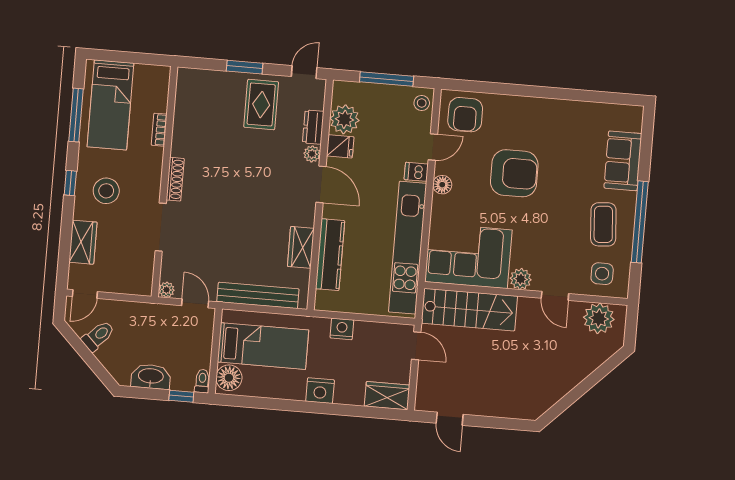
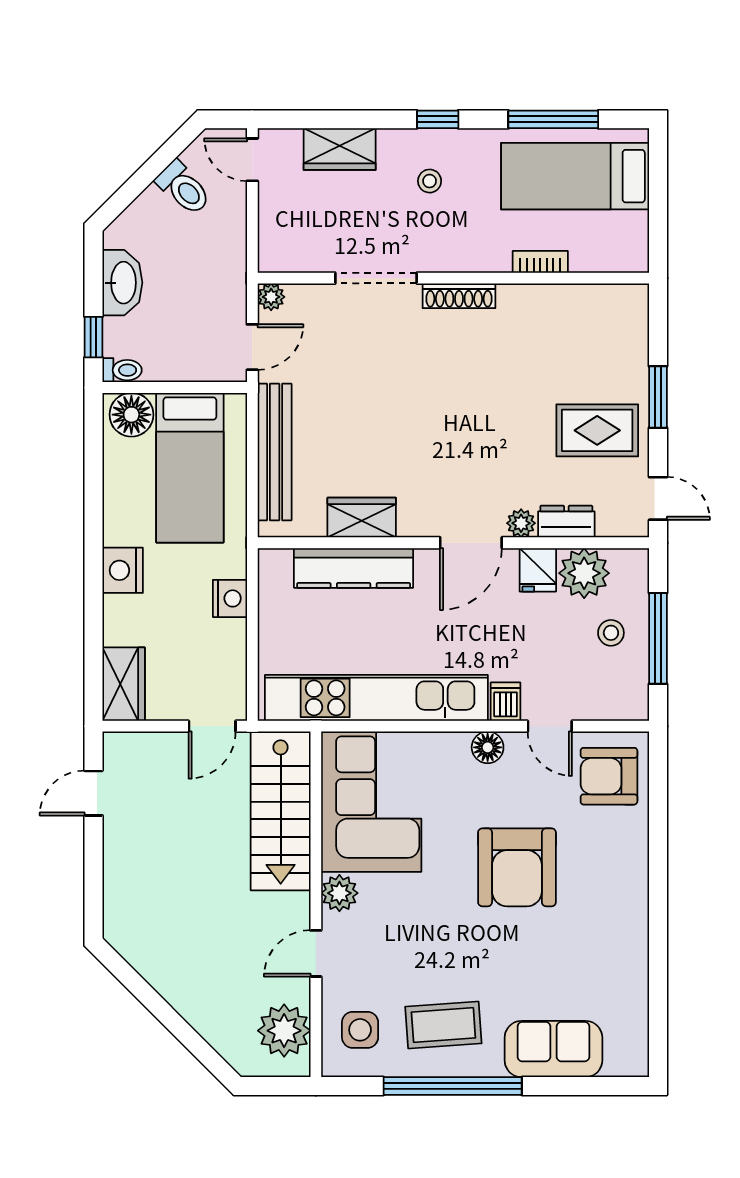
stool: (422, 103) -> (611, 633), moved
stool: (106, 191) -> (430, 181), width x0.53, depth x0.53

